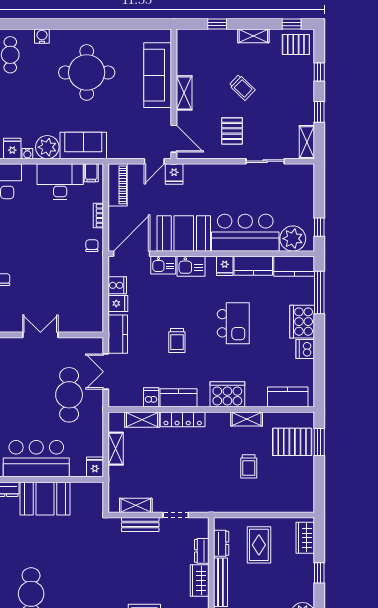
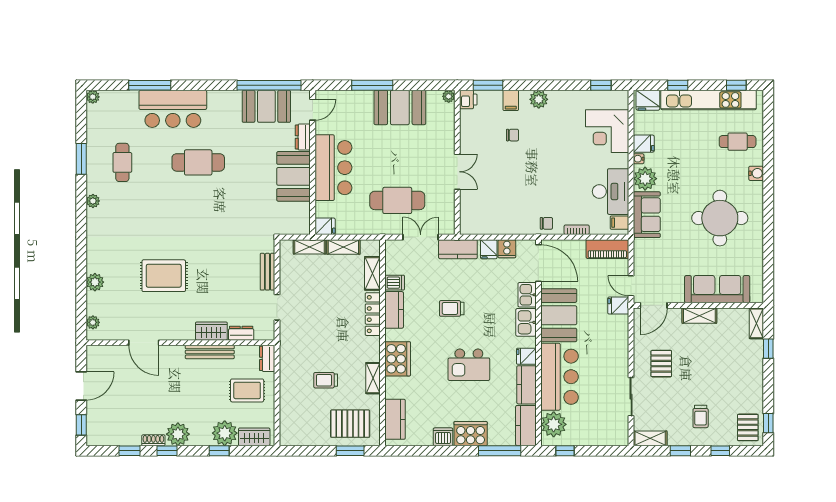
shelving: (253, 36) -> (756, 323), moved
trolley: (242, 87) -> (701, 416), moved, turned -44
pallet: (232, 131) -> (661, 364), turned 90
pallet: (292, 442) -> (350, 424), turned 90
shelving: (136, 505) -> (309, 247), moved, turned 90
dresser: (221, 543) -> (267, 358), moved, turned 90
plant: (302, 567) -> (225, 433), added

